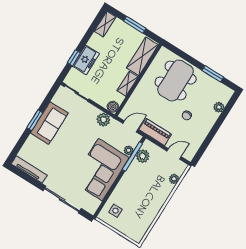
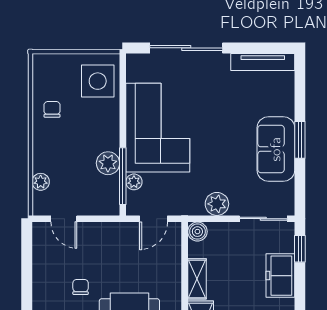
window: (74, 58) -> (300, 249), moved
plant: (103, 120) -> (217, 204), moved
piano: (155, 132) -> (112, 234), removed
door: (174, 154) -> (64, 219), hinge flipped
plant: (143, 156) -> (108, 163), moved
side table: (115, 211) -> (98, 81), width x1.87, depth x1.87
chair: (146, 211) -> (52, 109), added

